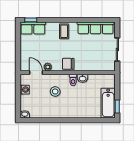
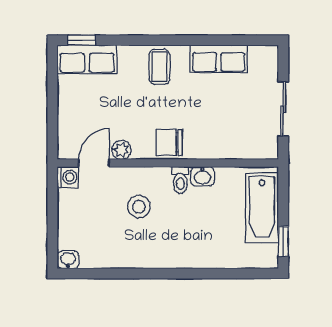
row of seats: (95, 28) -> (219, 59), width x0.68
door: (36, 73) -> (94, 163), hinge flipped
washing machine: (25, 90) -> (68, 177), moved
bathtub: (108, 103) -> (262, 208), moved

